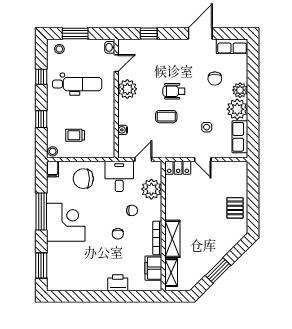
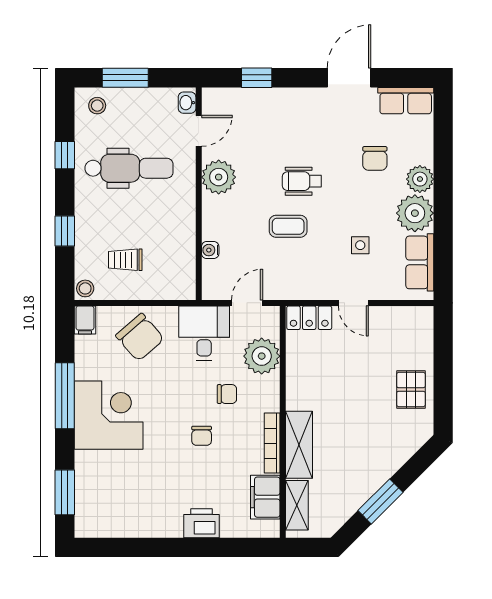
chair: (83, 179) -> (140, 337), turned -131

